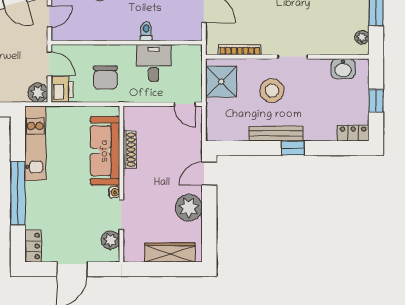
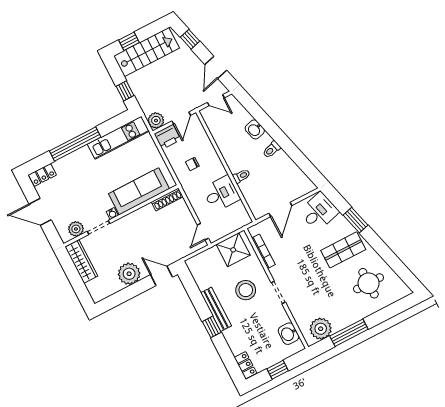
plant: (362, 37) -> (321, 329), width x1.88, depth x1.88
chair: (105, 78) -> (192, 164), width x0.54, depth x0.54
shoe rack: (130, 150) -> (167, 199), moved
wardrobe: (170, 252) -> (81, 262), moved

